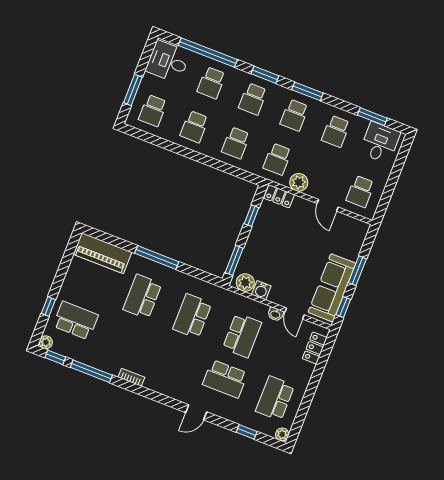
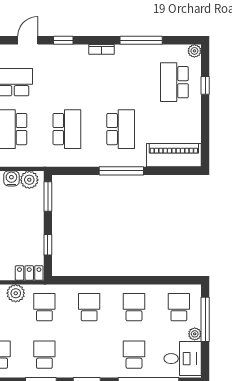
plant: (148, 80) -> (195, 334), added
window: (133, 90) -> (205, 319), width x1.44
school desk: (253, 99) -> (89, 355), removed
school desk: (76, 321) -> (174, 82), turned 90
window: (55, 357) -> (63, 40), moved

